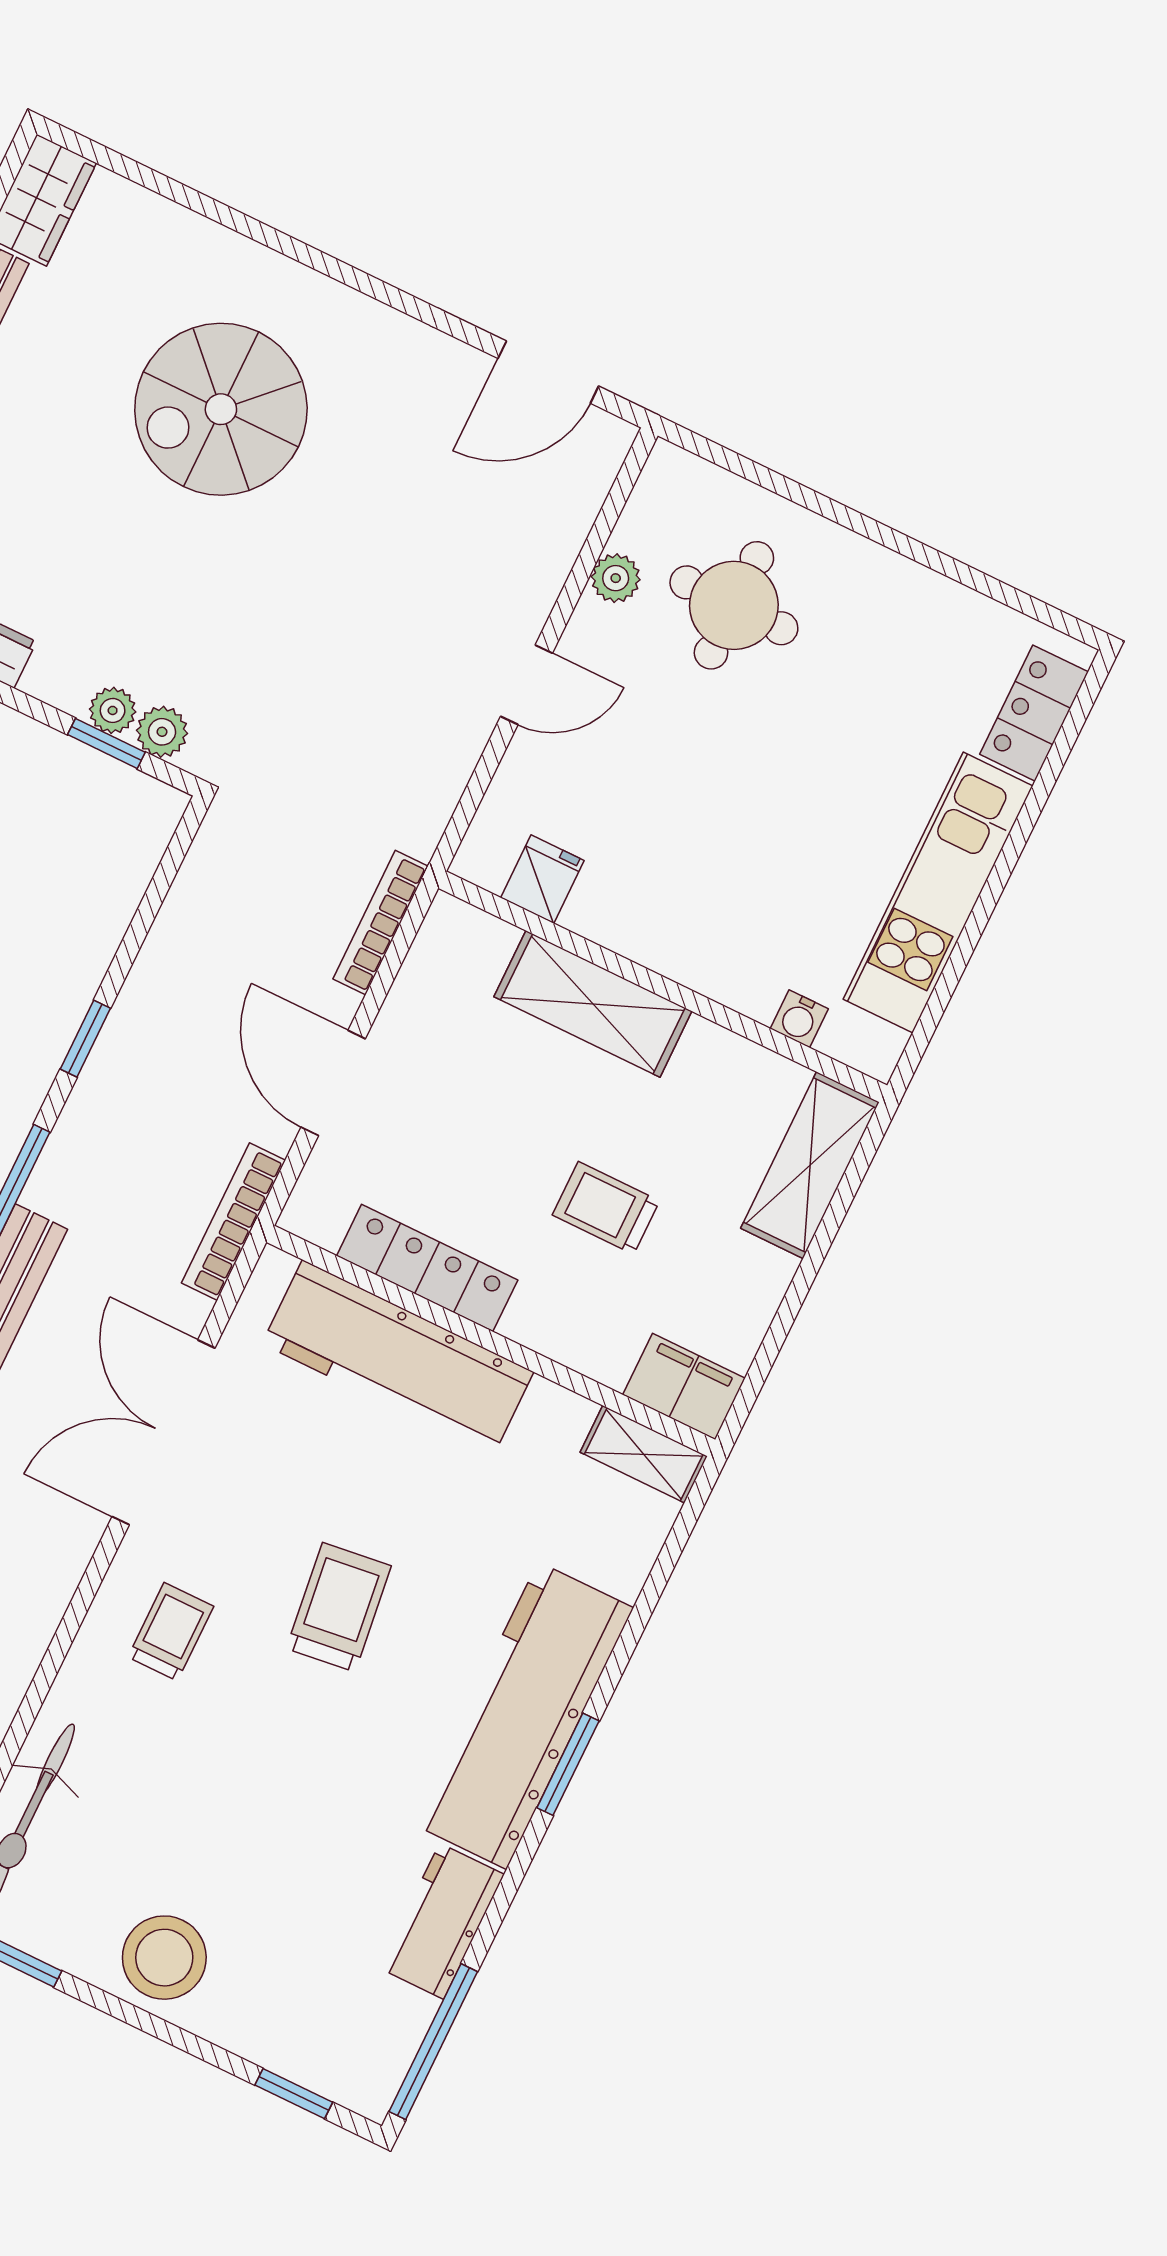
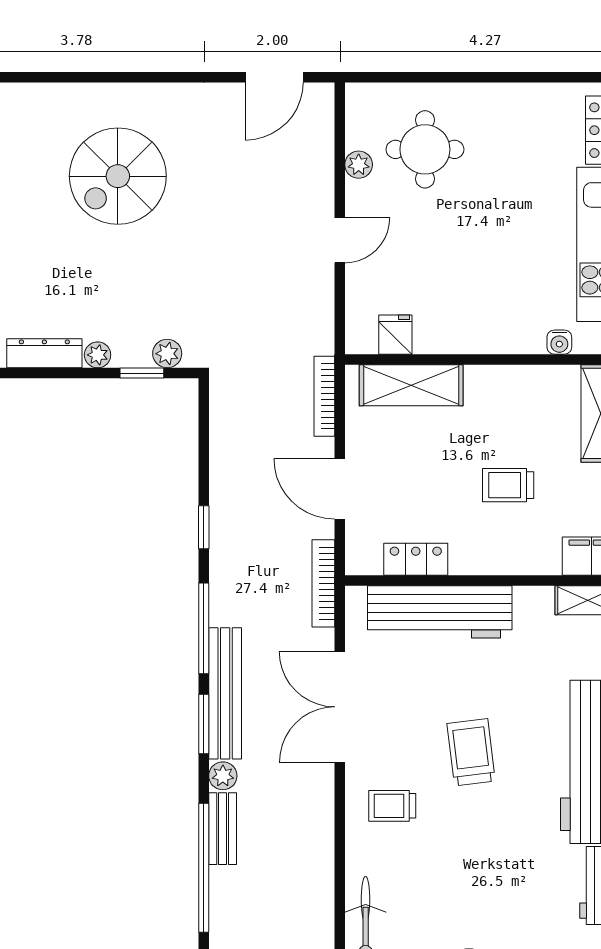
plant: (113, 710) -> (98, 355), moved
shelving: (593, 1004) -> (411, 385), moved
locker: (427, 1268) -> (416, 559), width x0.66
trolley: (171, 1632) -> (392, 806), turned -90

